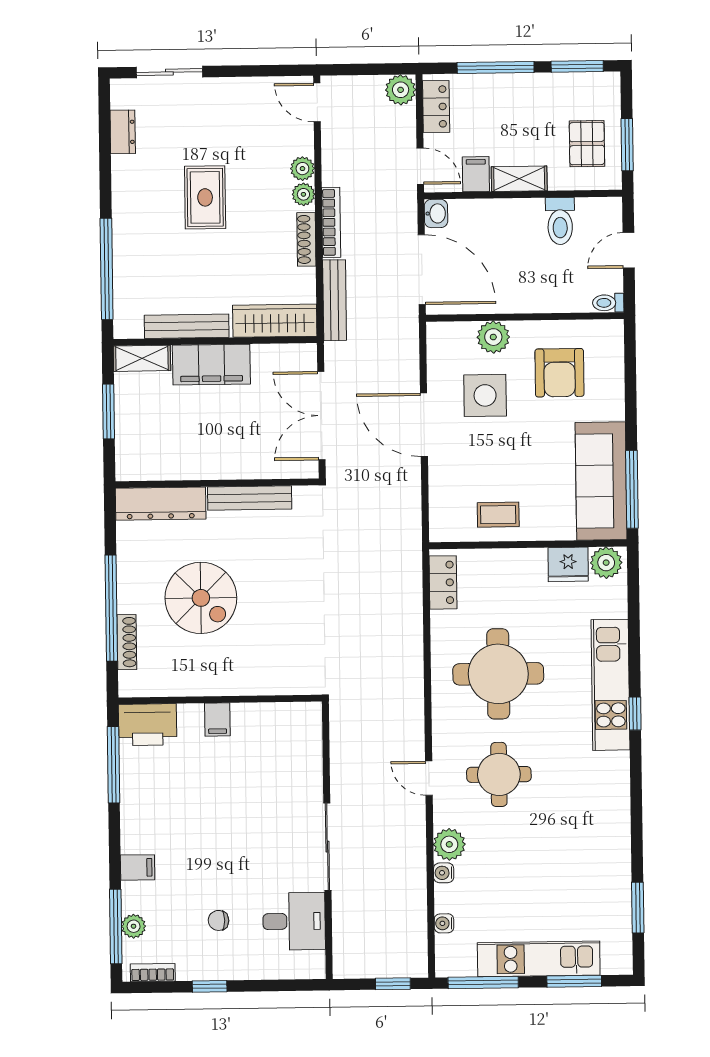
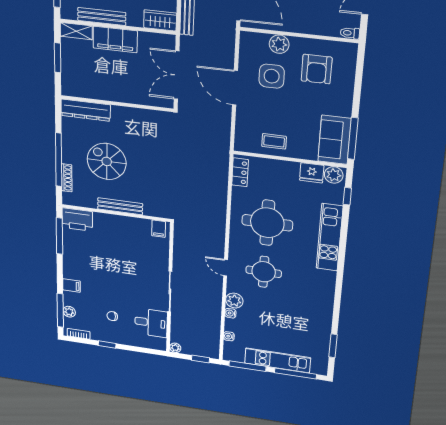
wardrobe: (275, 321) -> (160, 20), width x0.67
sofa: (601, 481) -> (334, 140), width x0.73
bench: (250, 498) -> (120, 206), moved
spiral stairs: (201, 598) -> (107, 161), turned 180
window: (635, 714) -> (347, 196), moved
filing cabinet: (217, 720) -> (159, 229), moved
plant: (343, 968) -> (175, 348), added
window: (574, 981) -> (295, 373), width x1.44

